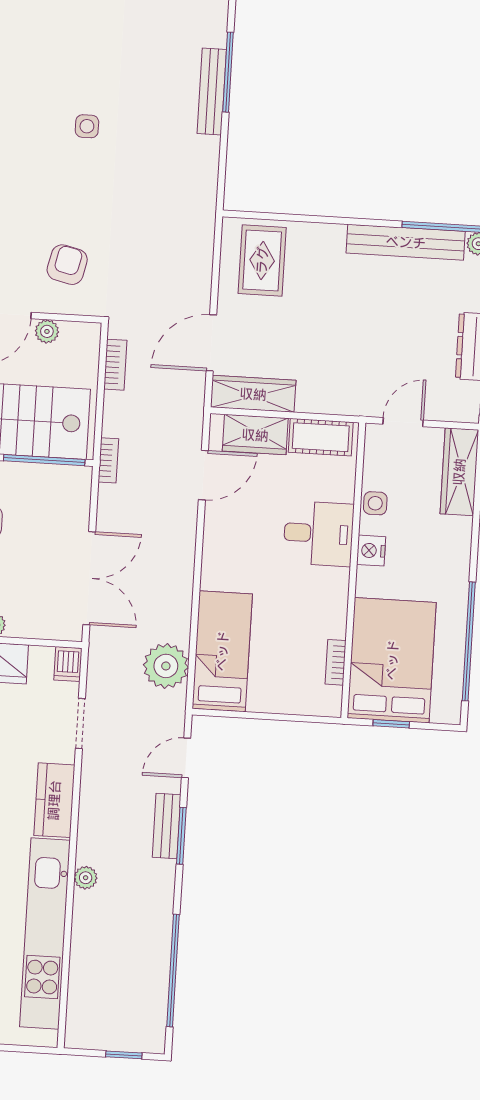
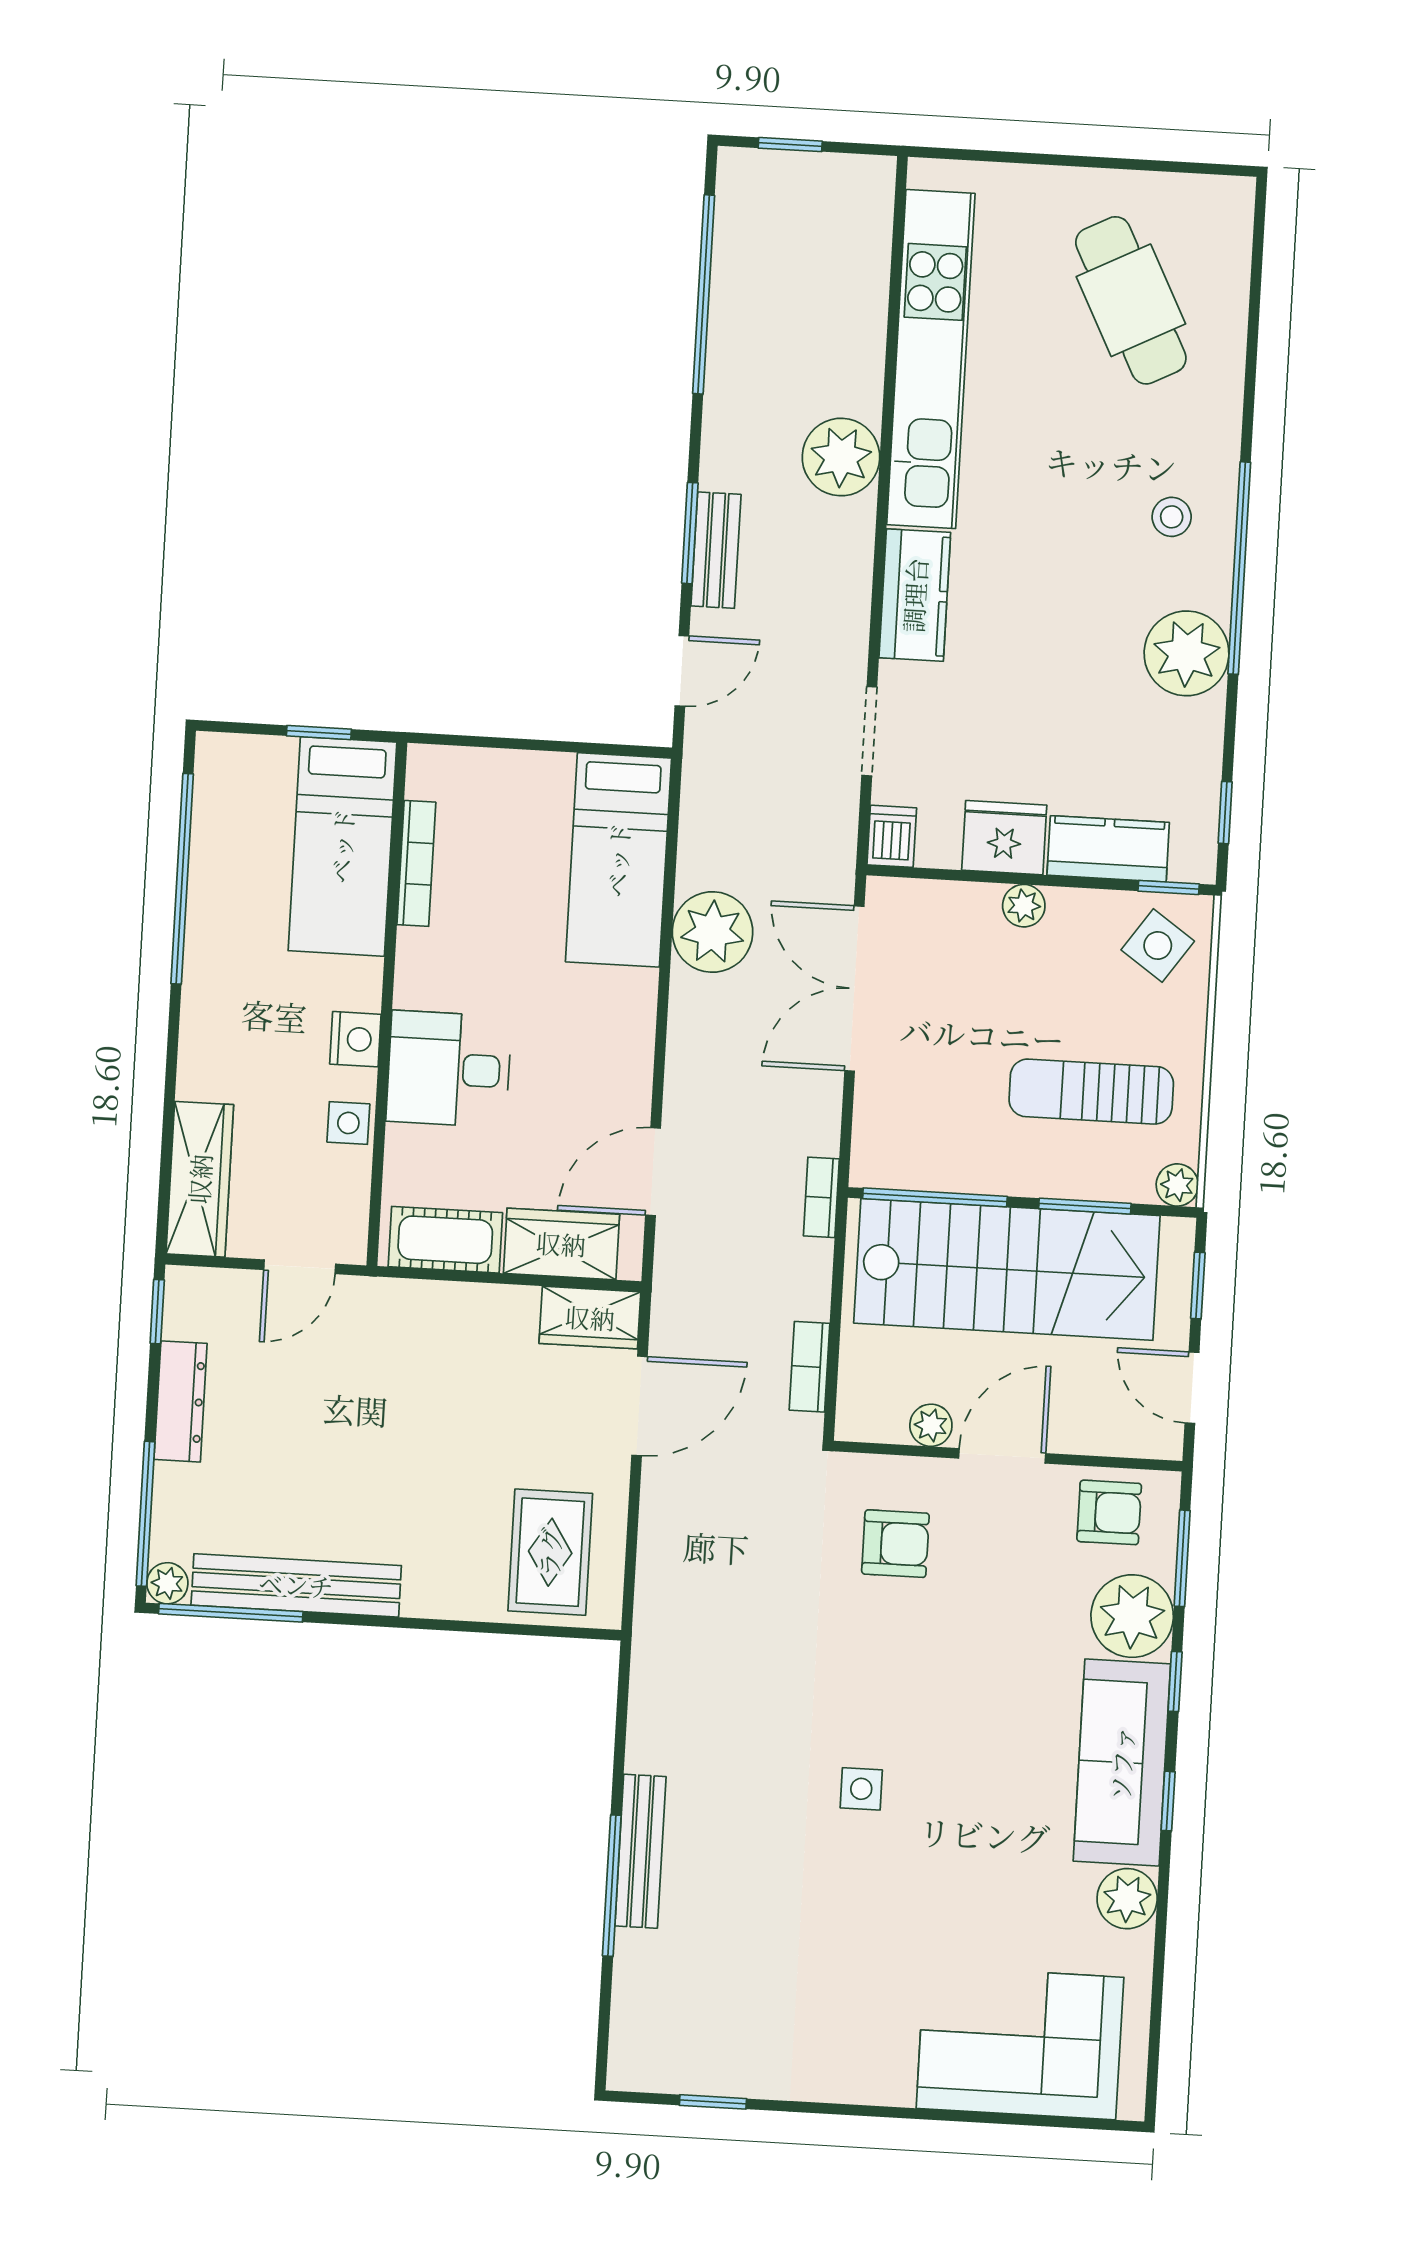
armchair: (67, 265) -> (895, 1544), turned -103
wardrobe: (253, 394) -> (590, 1318), width x0.67
bed: (392, 660) -> (342, 846), width x0.67
bookcase: (336, 662) -> (416, 863), width x1.56
plant: (166, 666) -> (712, 932), moved
plant: (86, 878) -> (841, 457), width x1.88, depth x1.88

